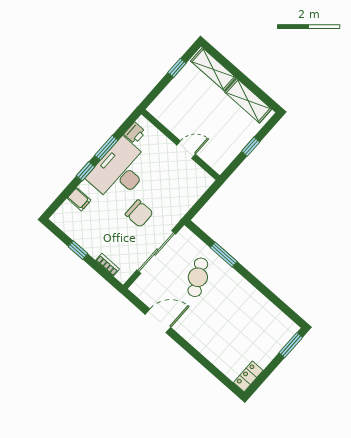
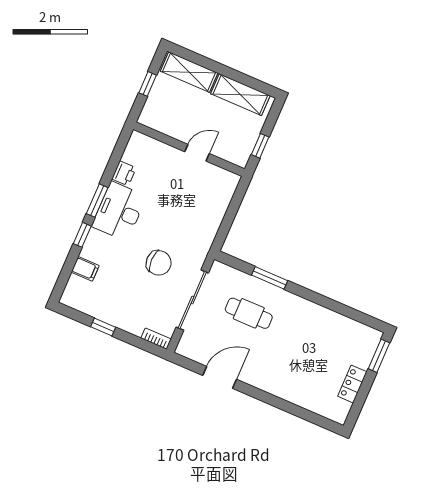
wall: (181, 145) -> (189, 149), moved
door: (186, 150) -> (197, 153), moved
desk: (120, 171) -> (119, 211), width x0.73, depth x0.77
bookcase: (108, 265) -> (156, 339), moved
cafe table: (198, 277) -> (249, 313), turned -62
locker: (248, 376) -> (352, 384), moved

